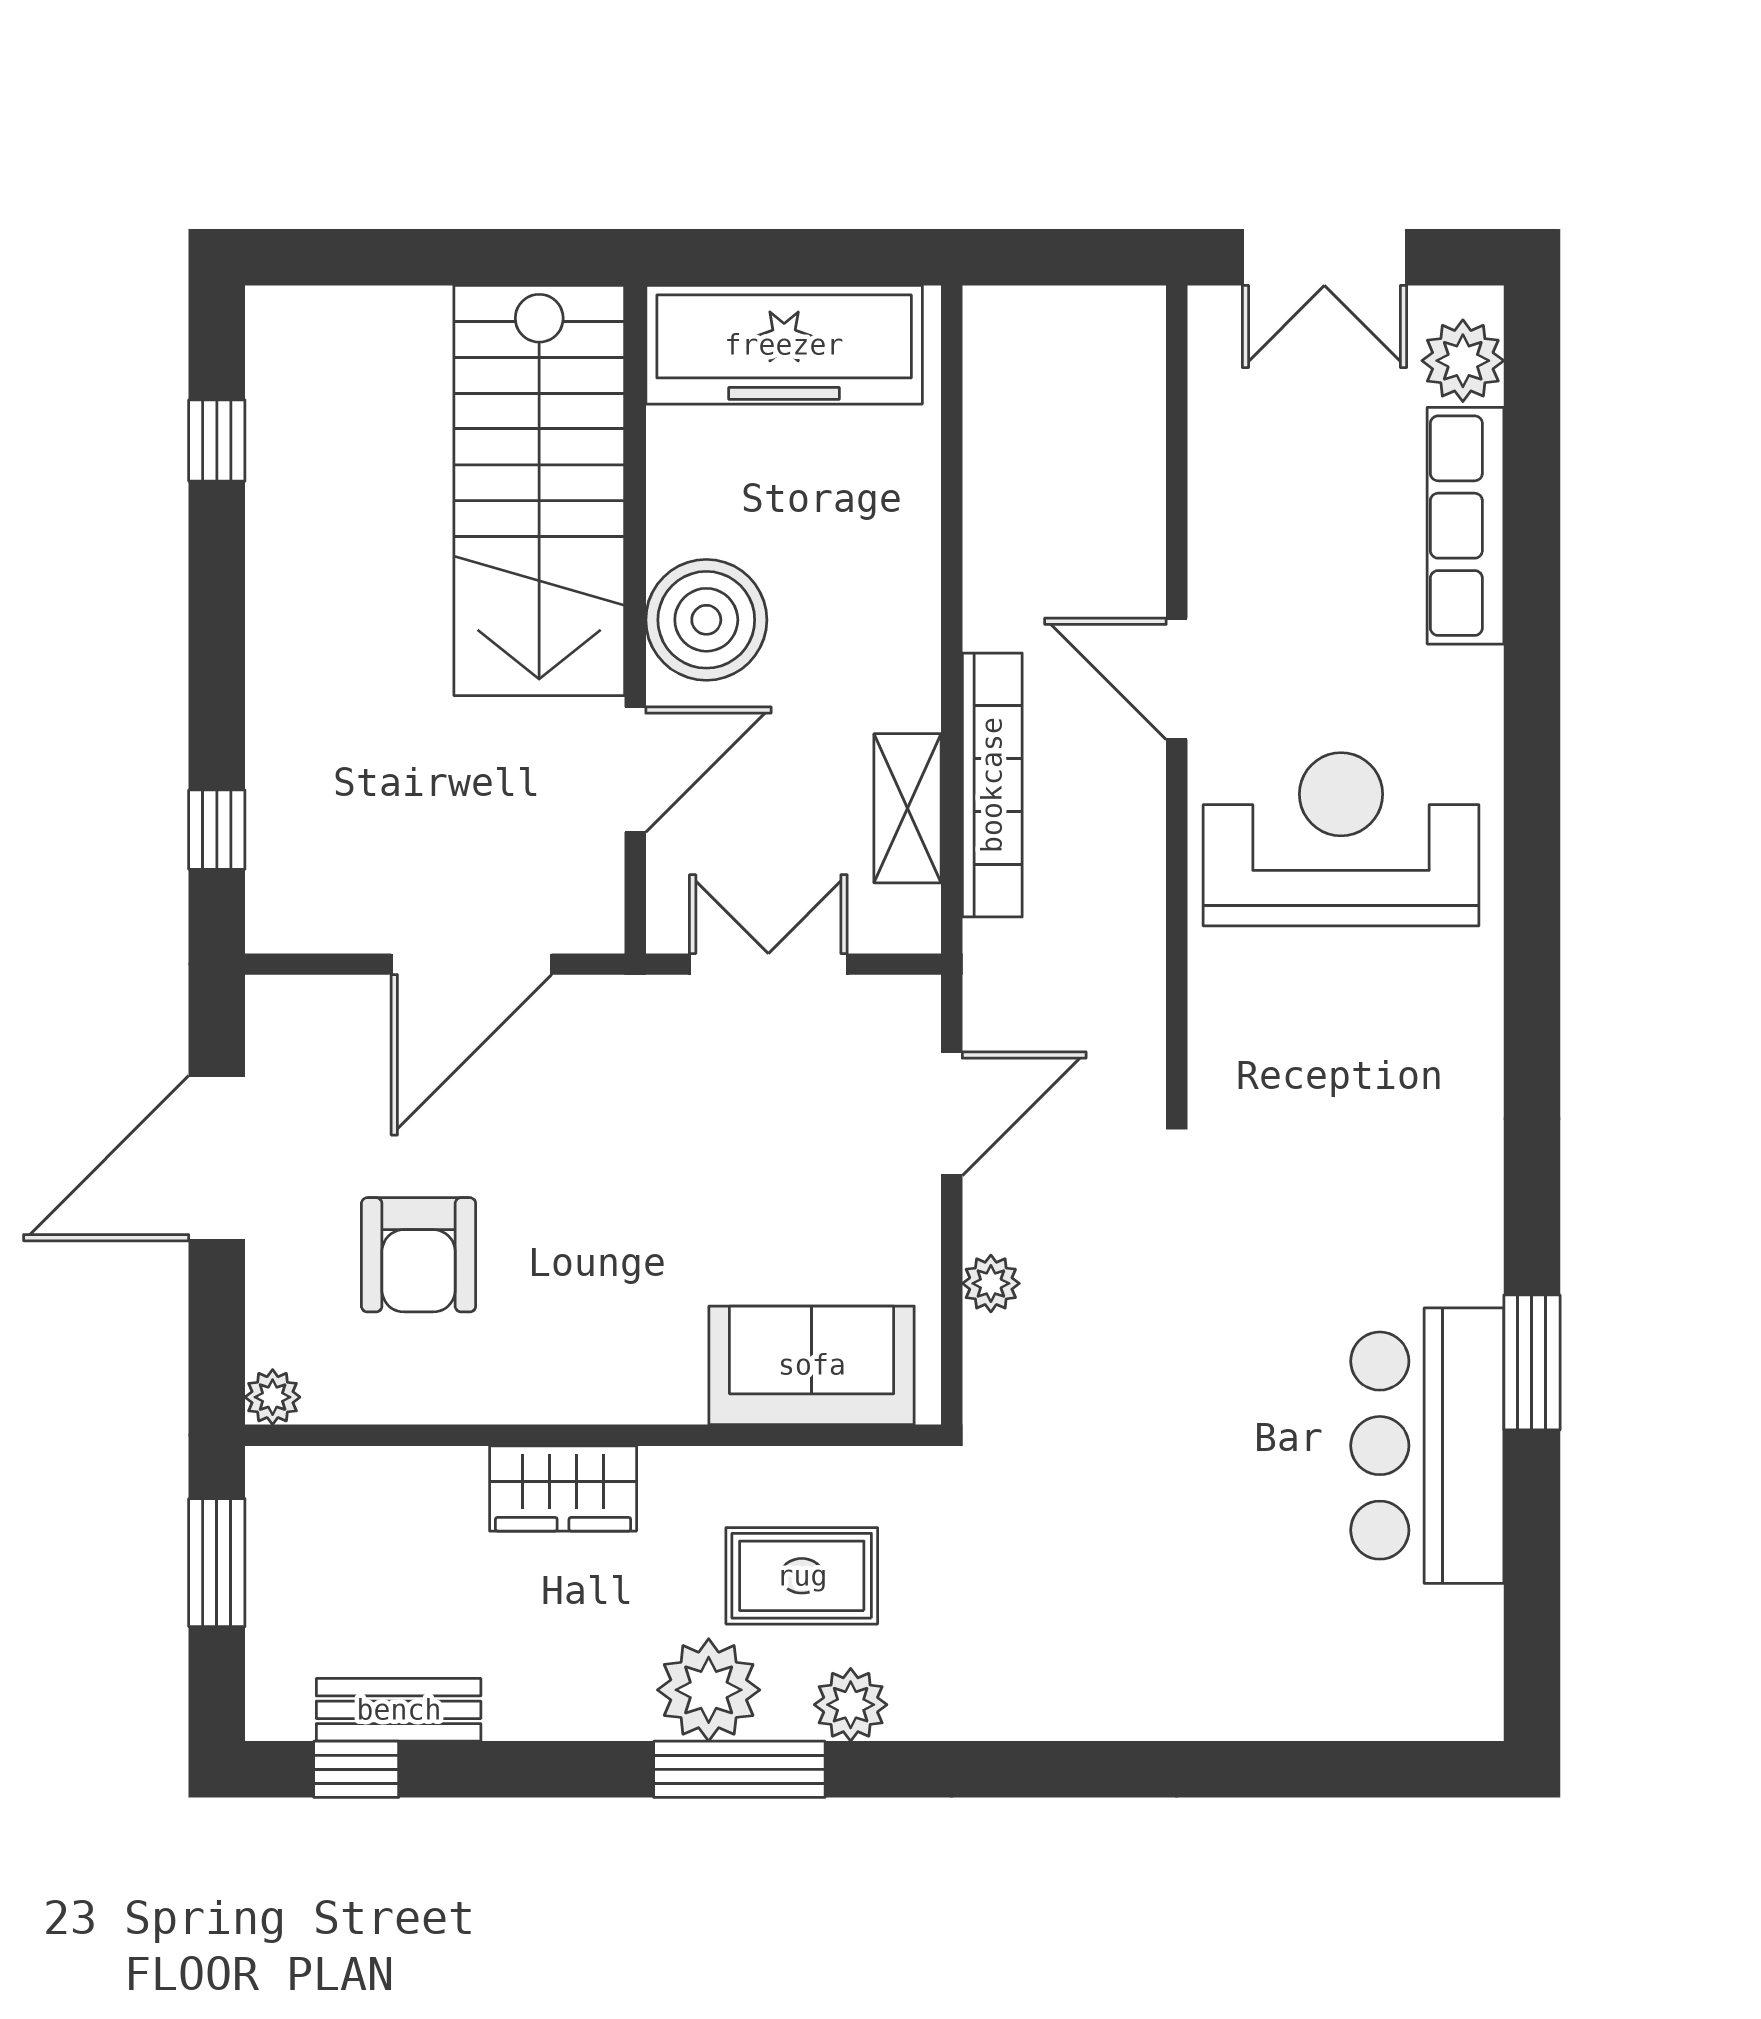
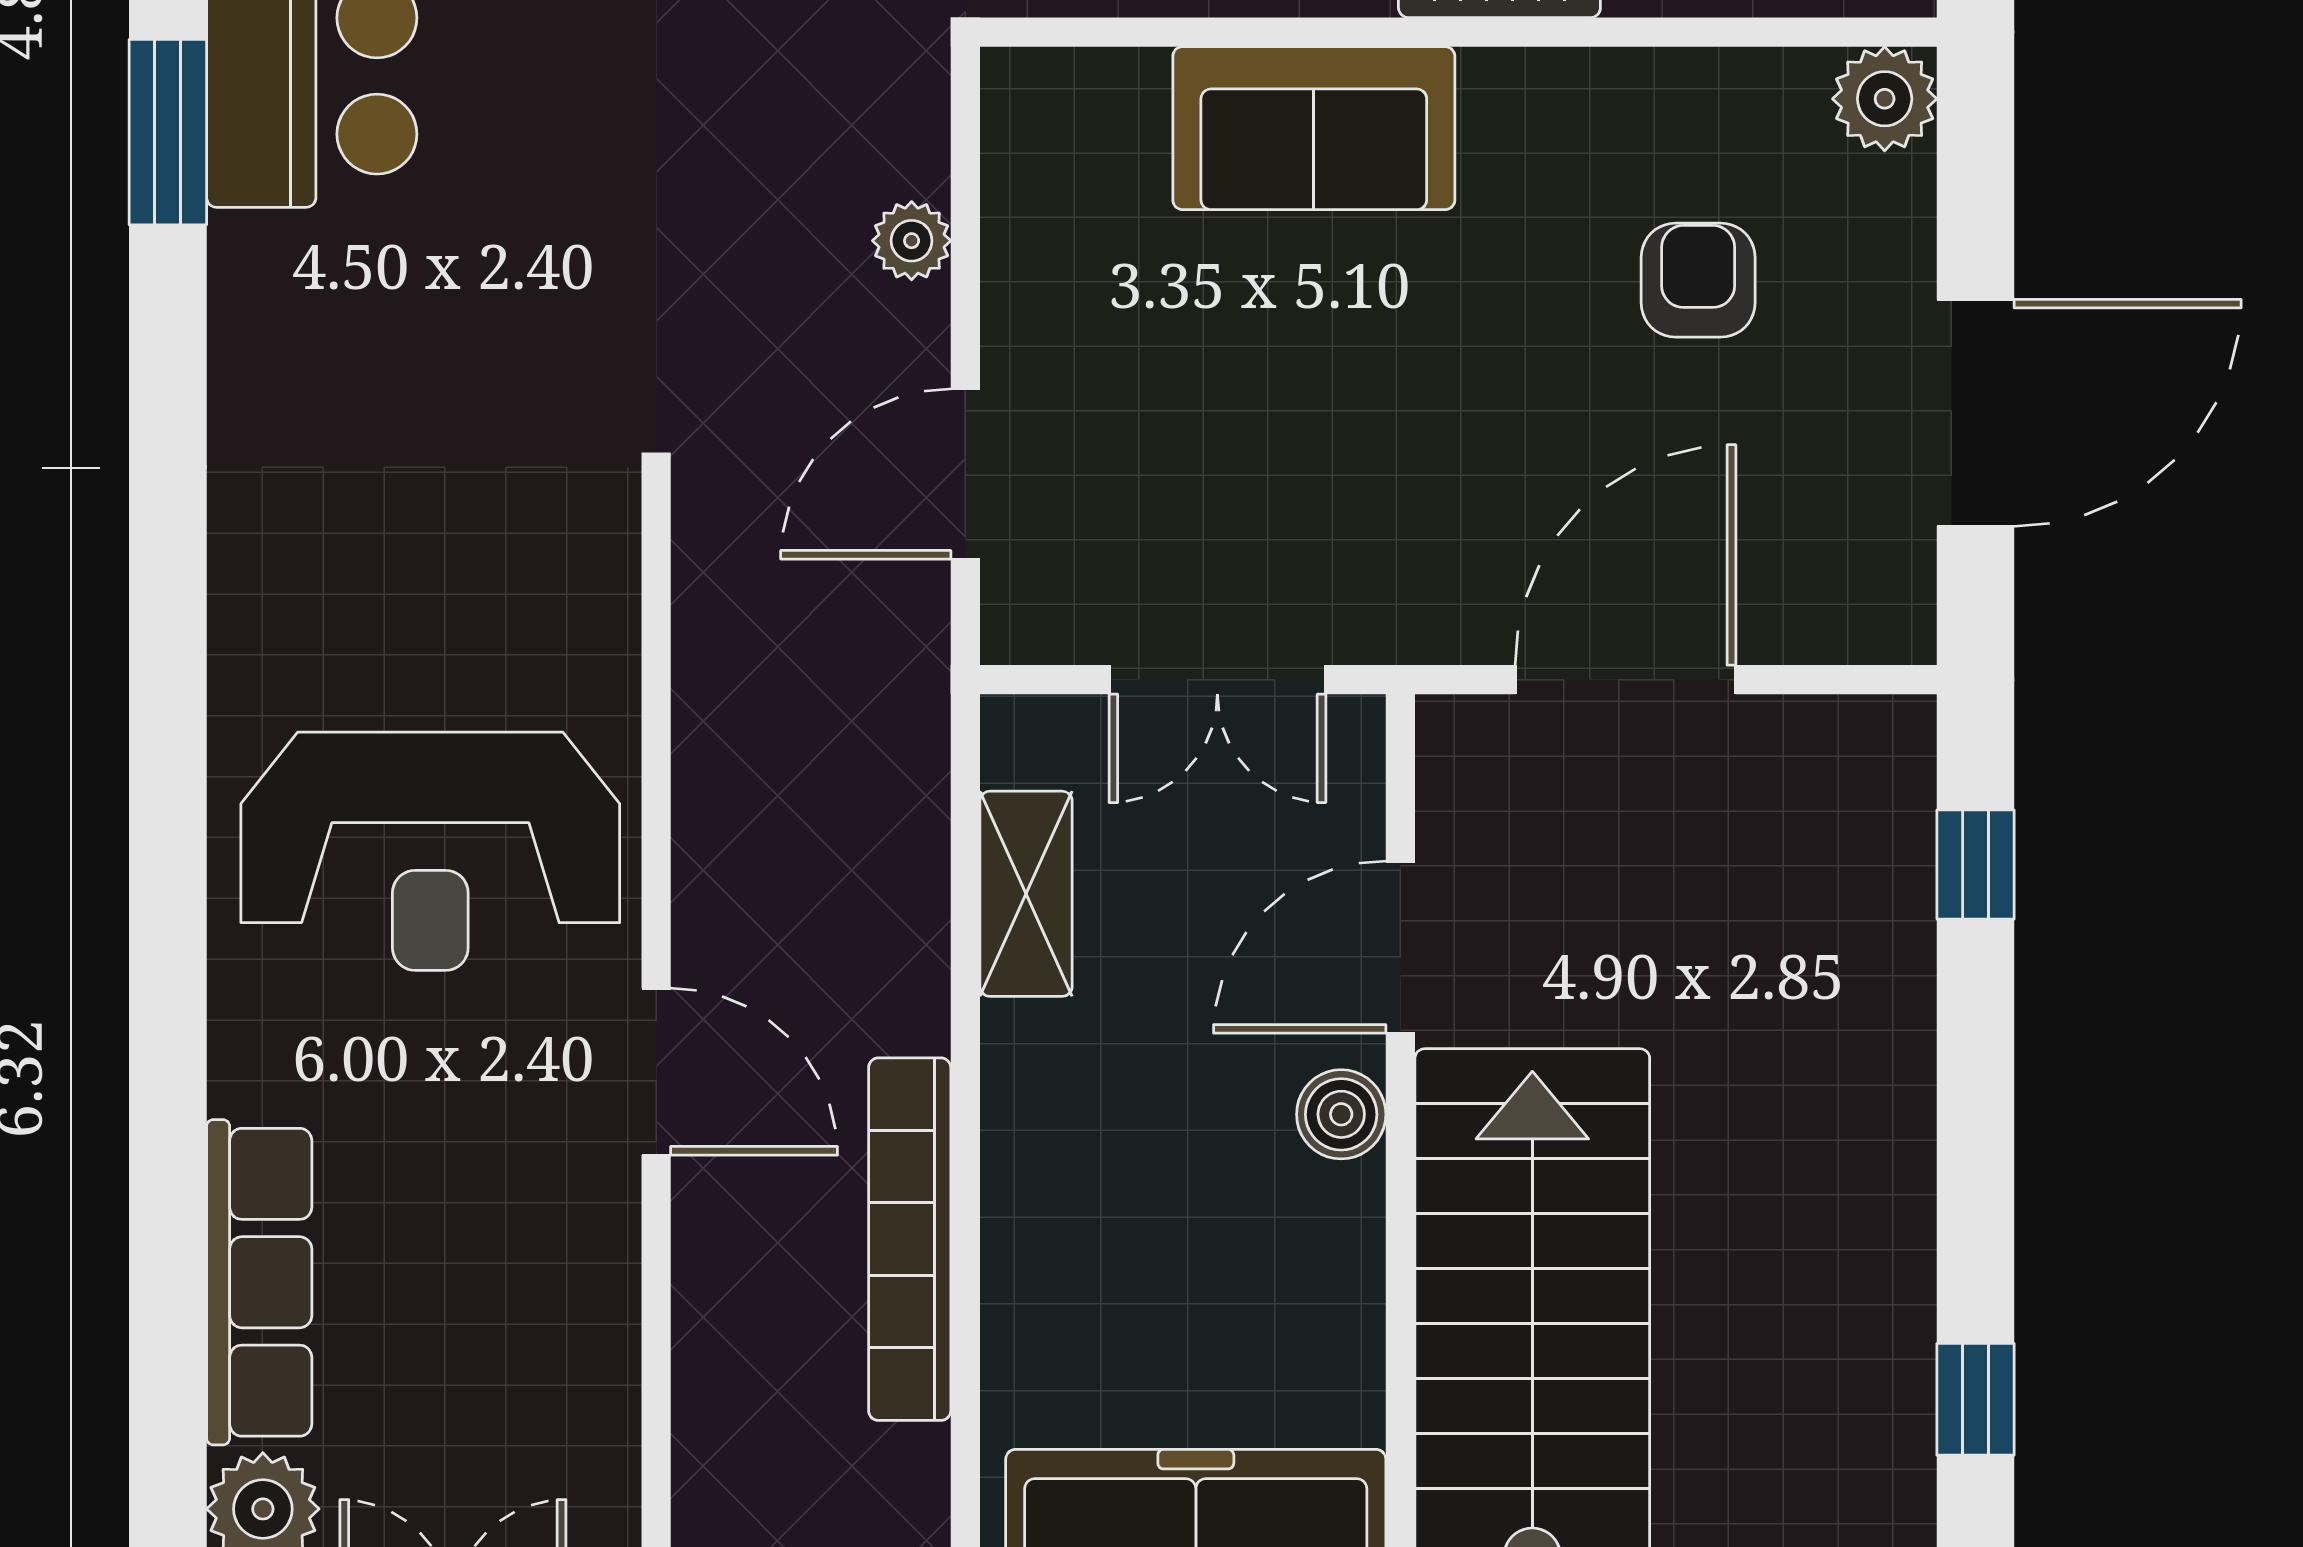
boiler: (706, 620) -> (1341, 1114), width x0.54, depth x0.54
bookcase: (992, 785) -> (910, 1239), moved
armchair: (419, 1255) -> (1698, 280), width x0.72, depth x0.72
sofa: (812, 1365) -> (1314, 128), moved
plant: (273, 1397) -> (1885, 99), width x1.38, depth x1.38

